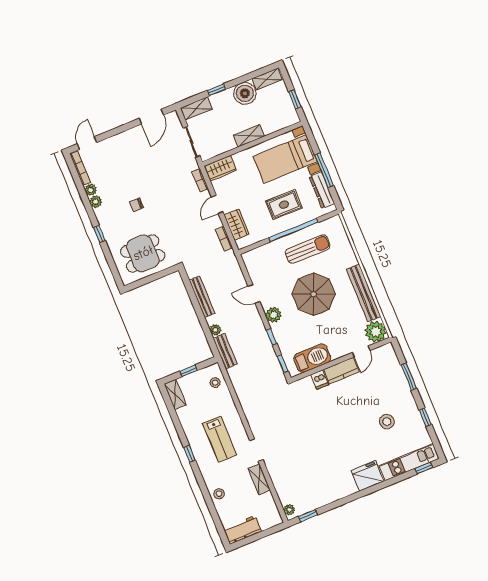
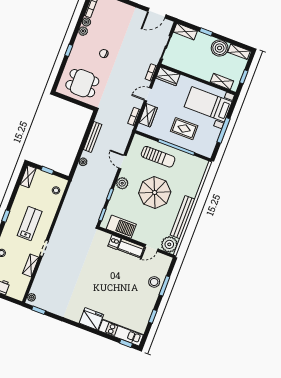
shelving: (249, 136) -> (222, 82), moved
dresser: (322, 190) -> (212, 140), removed
sun lounger: (308, 249) -> (158, 157), moved
bench: (225, 351) -> (77, 178), removed
stool: (387, 422) -> (154, 282), moved
lab bench: (220, 439) -> (30, 223), turned 180

